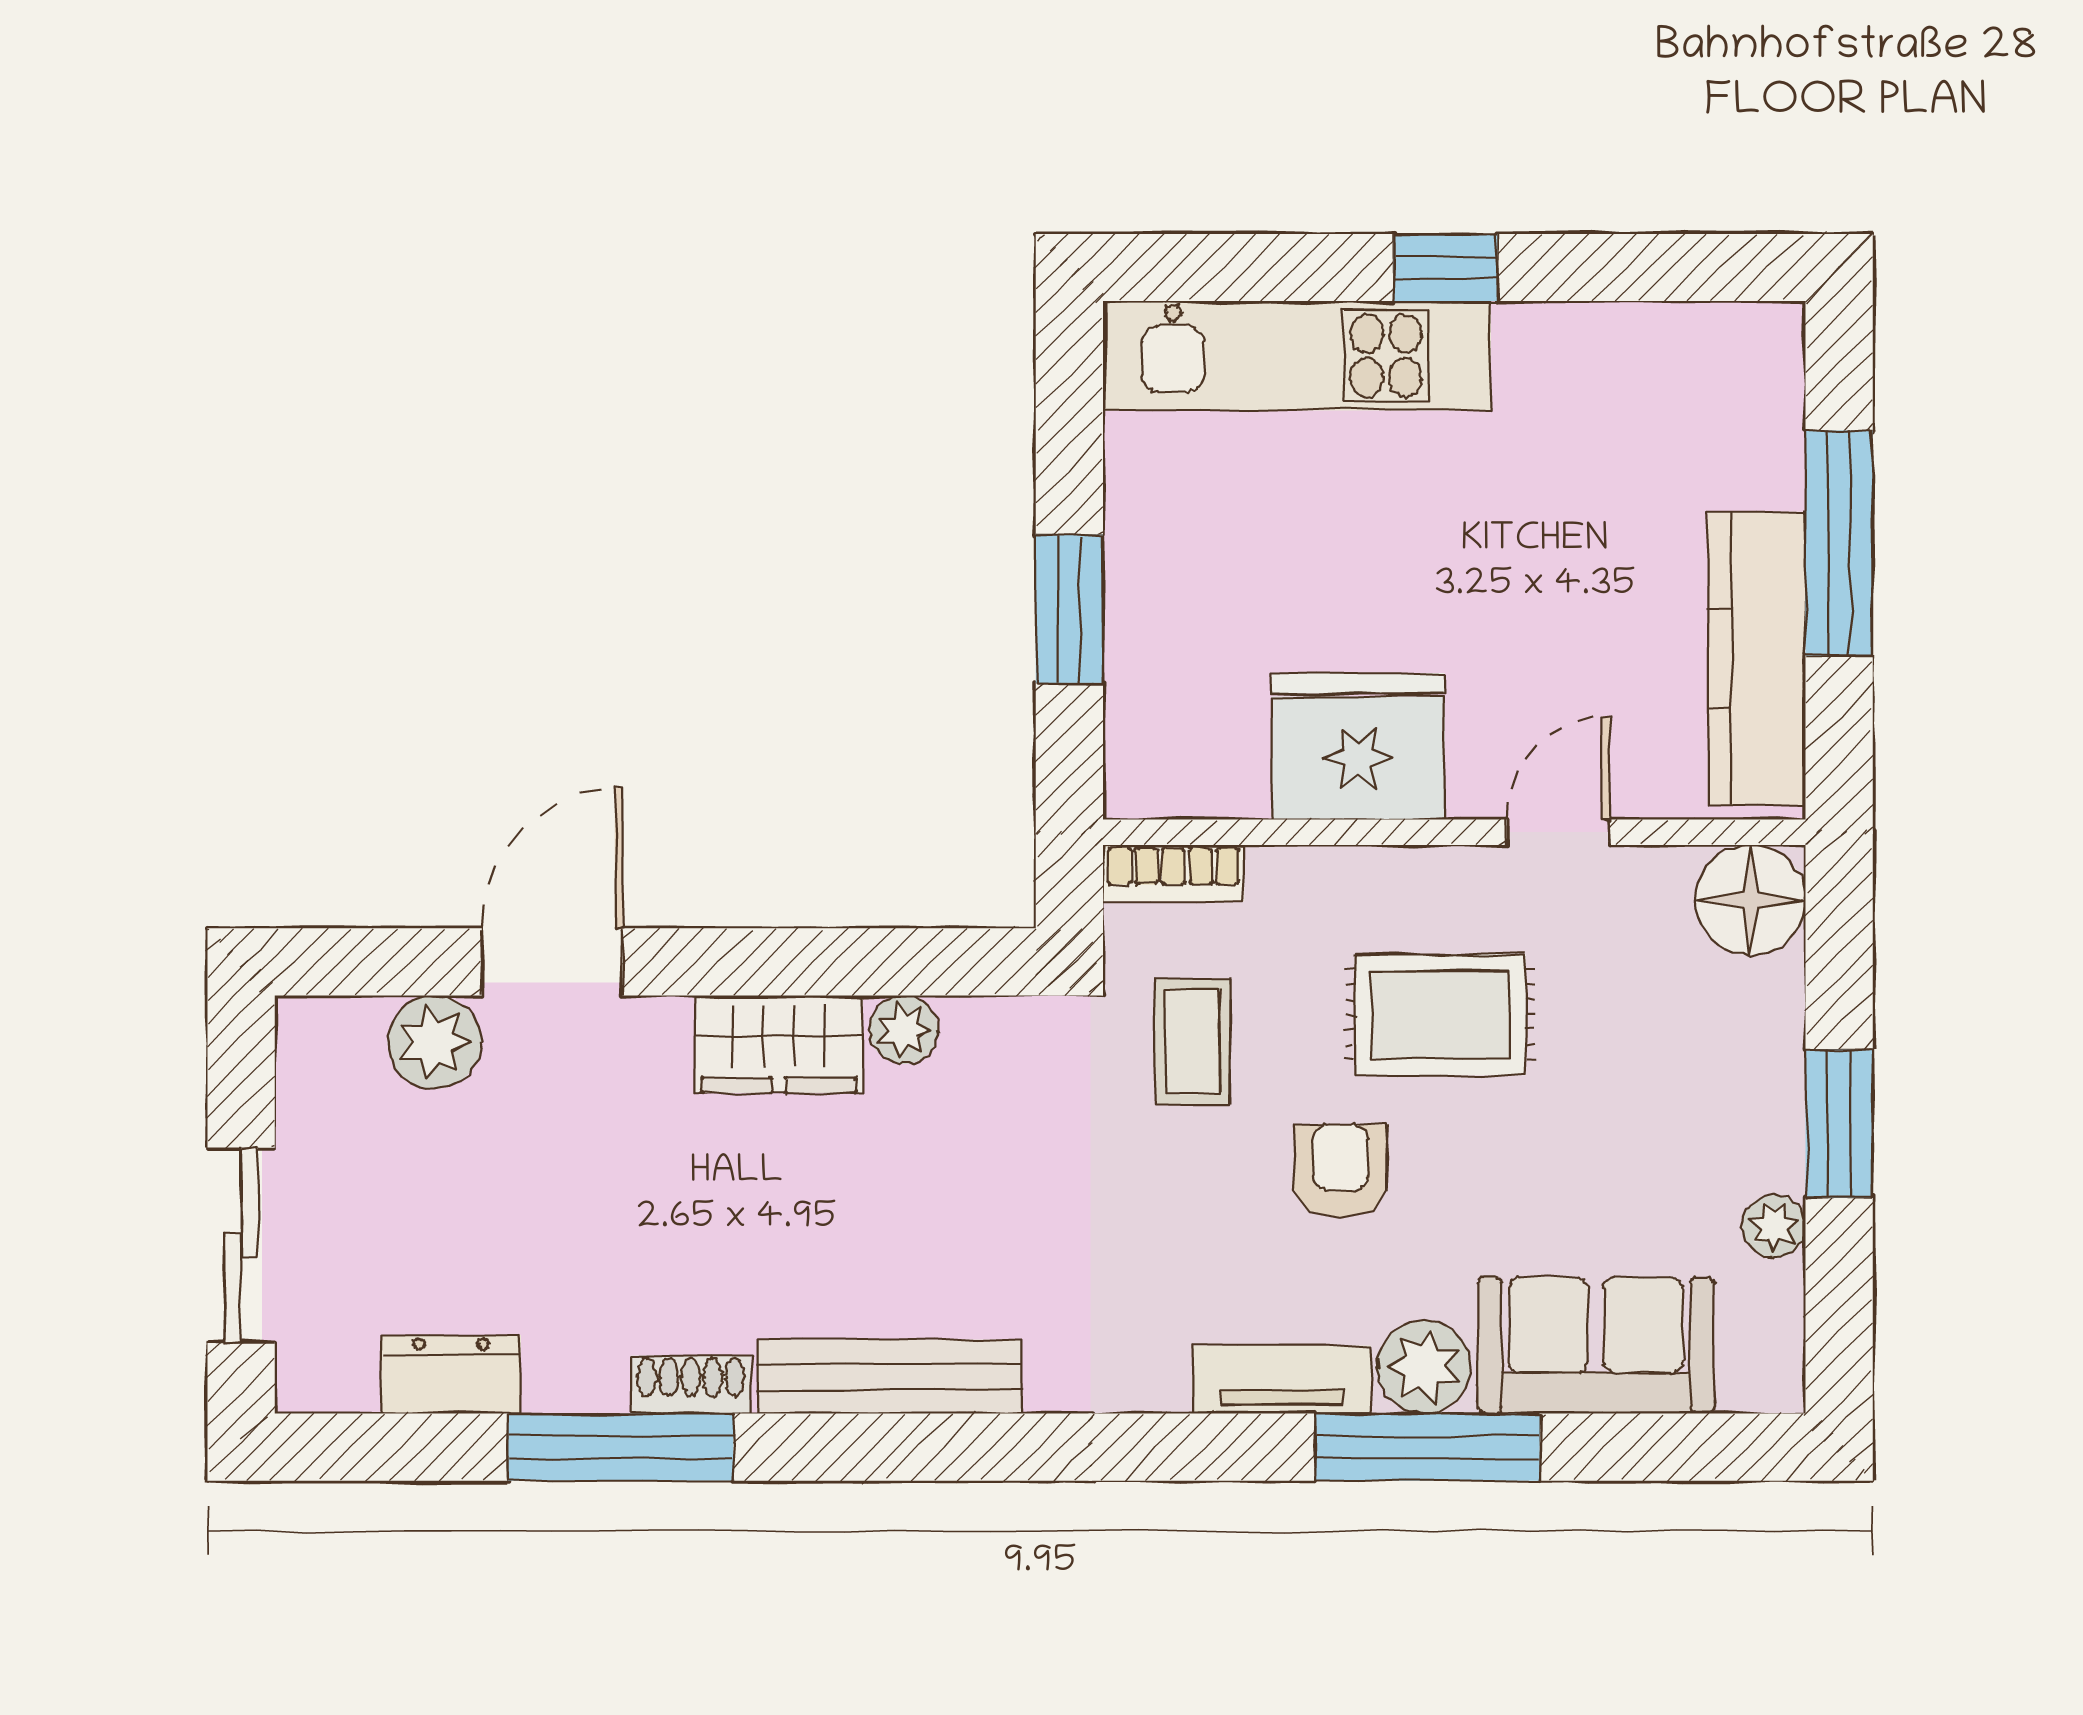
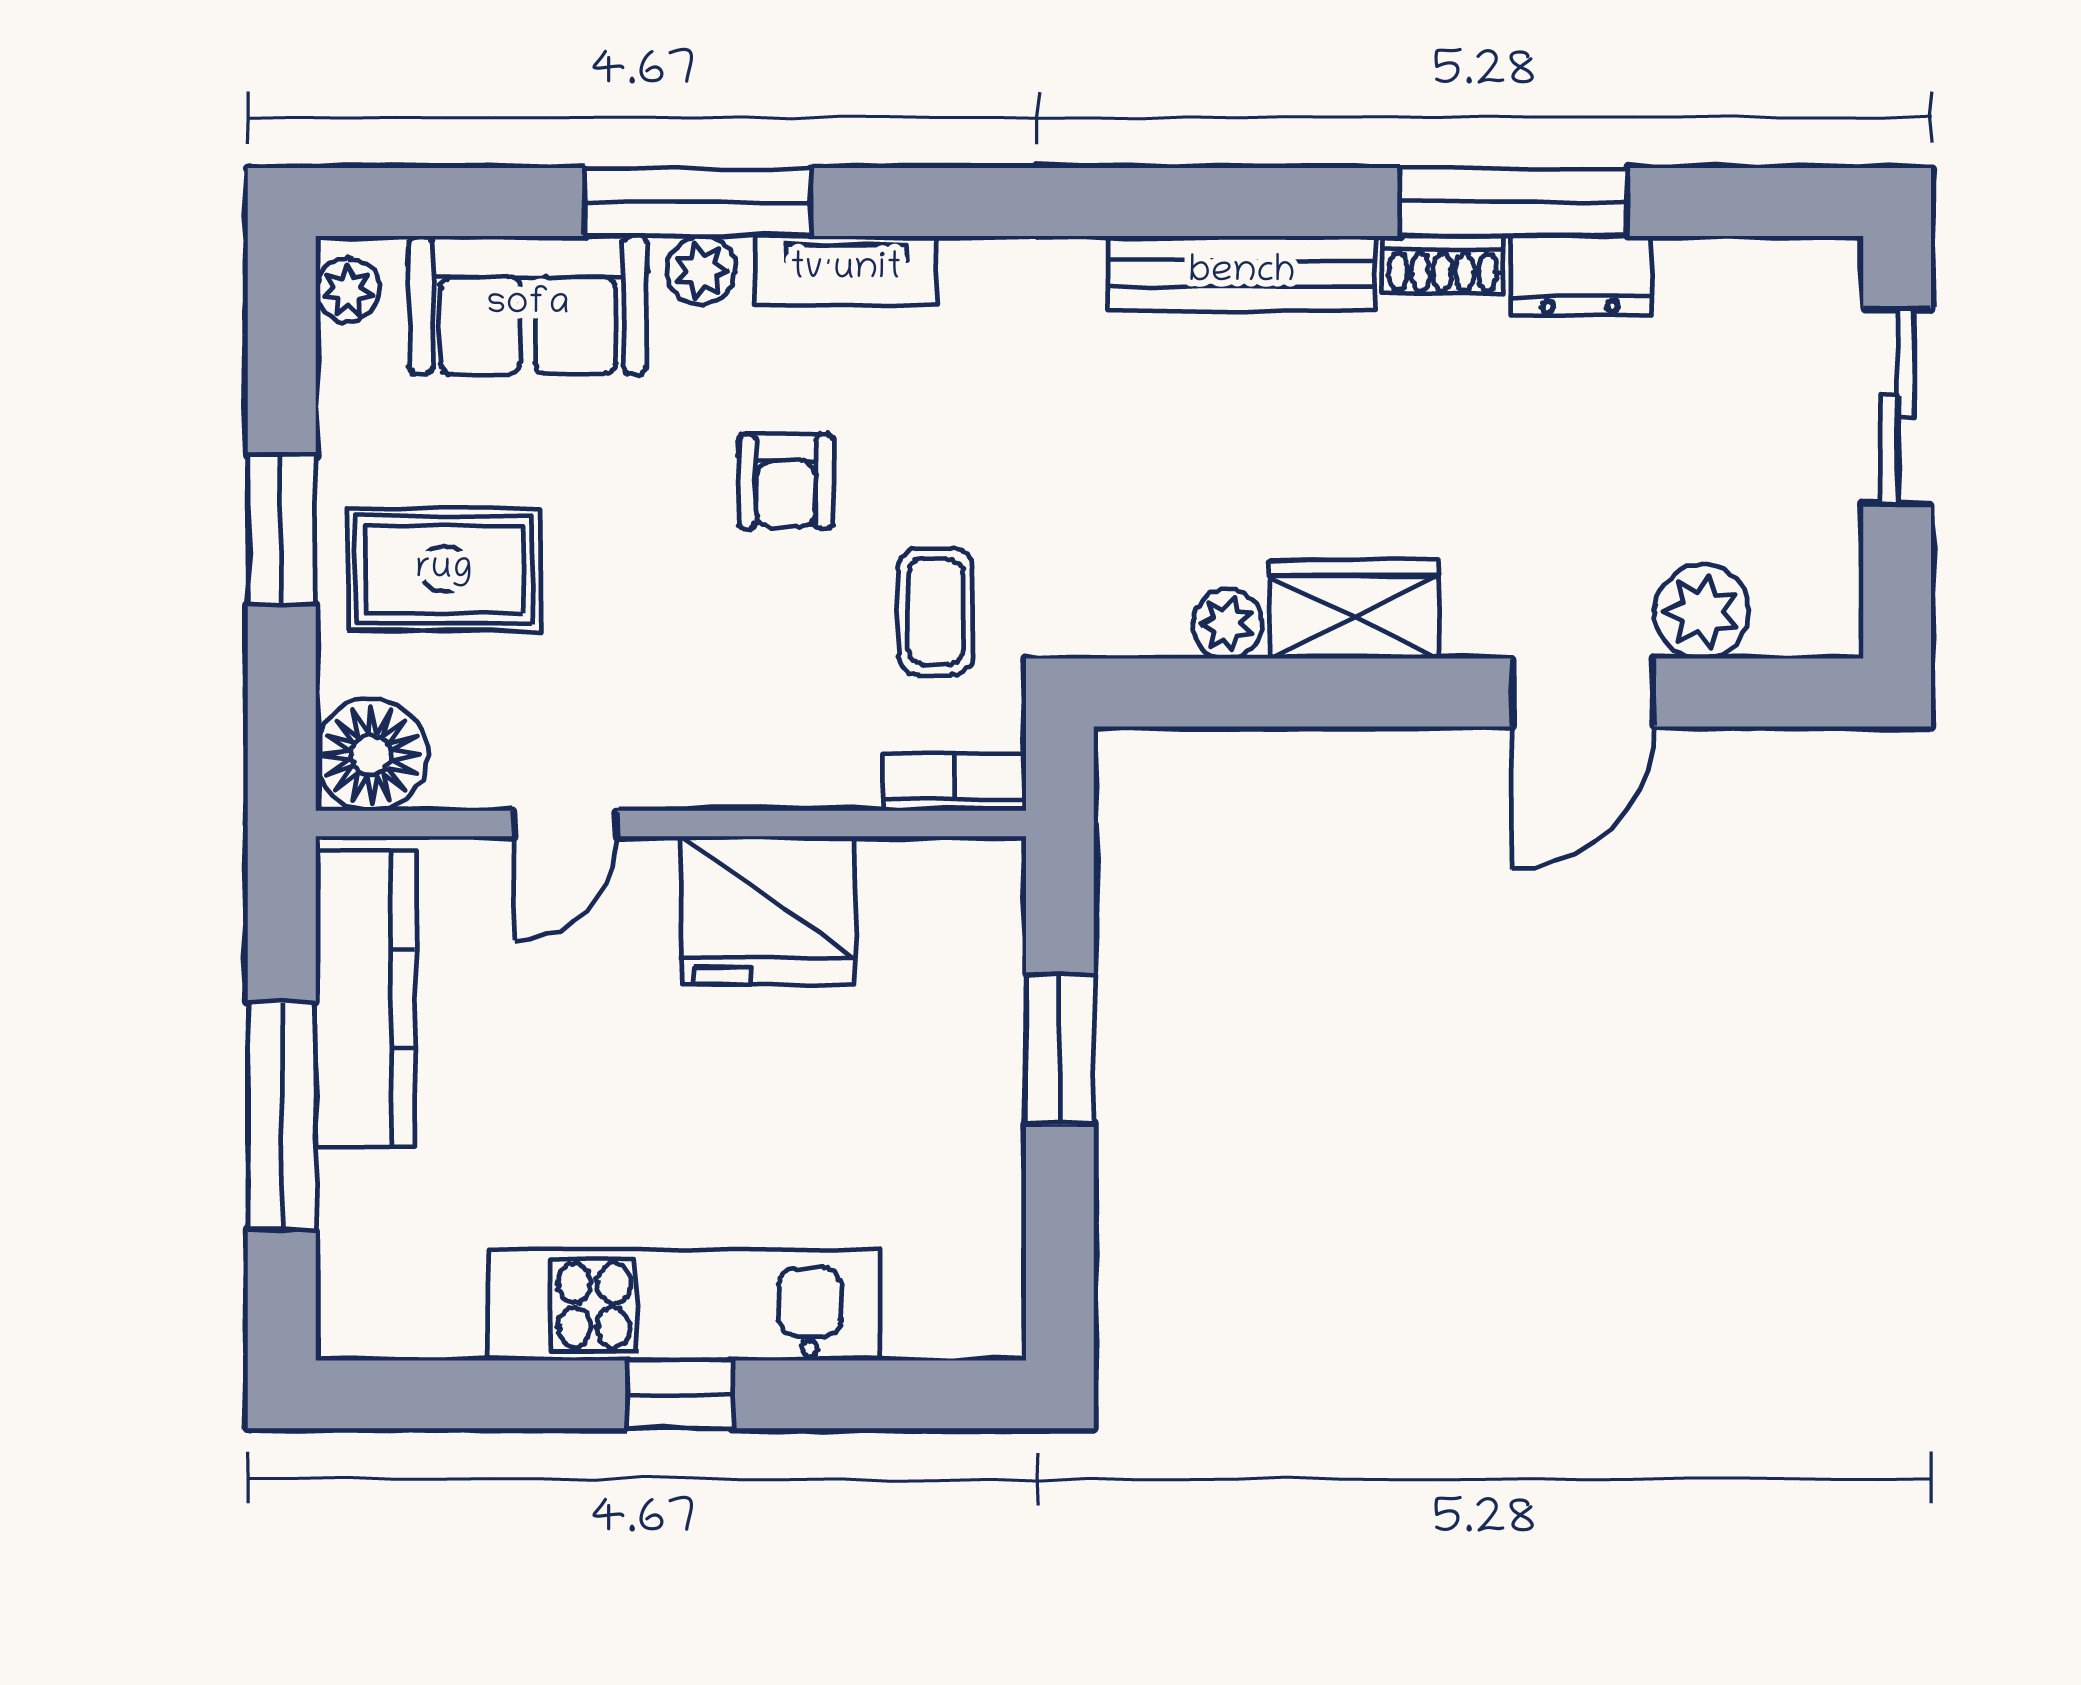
kitchen unit: (1297, 356) -> (684, 1305), moved
rug: (1440, 1015) -> (444, 569), moved
plant: (1774, 1226) -> (348, 290), moved
plant: (1424, 1367) -> (701, 270), width x0.73, depth x0.73
dresser: (451, 1374) -> (1580, 275), moved

